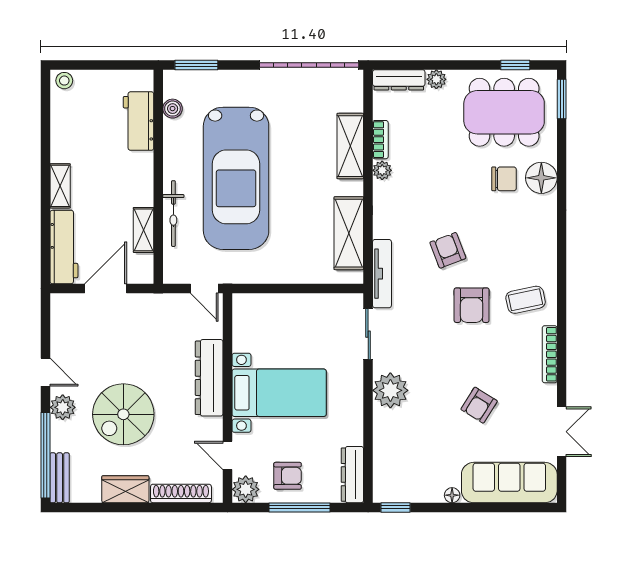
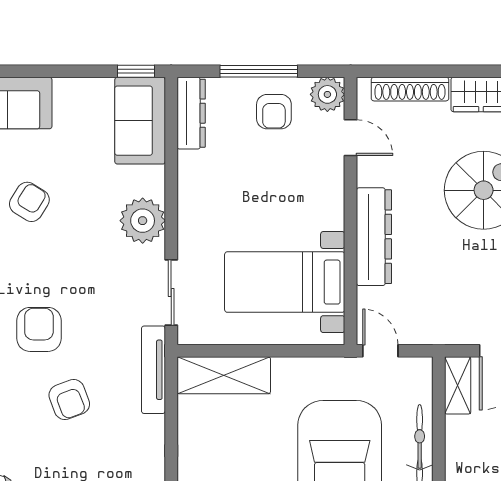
shelving: (144, 230) -> (458, 385), moved
shelving: (349, 233) -> (224, 375), moved, turned 90
bed with nightstands: (279, 393) -> (285, 282), moved
sofa: (392, 469) -> (140, 121), added
armchair: (288, 476) -> (274, 112), turned -90
floor lamp: (452, 495) -> (64, 87), removed

